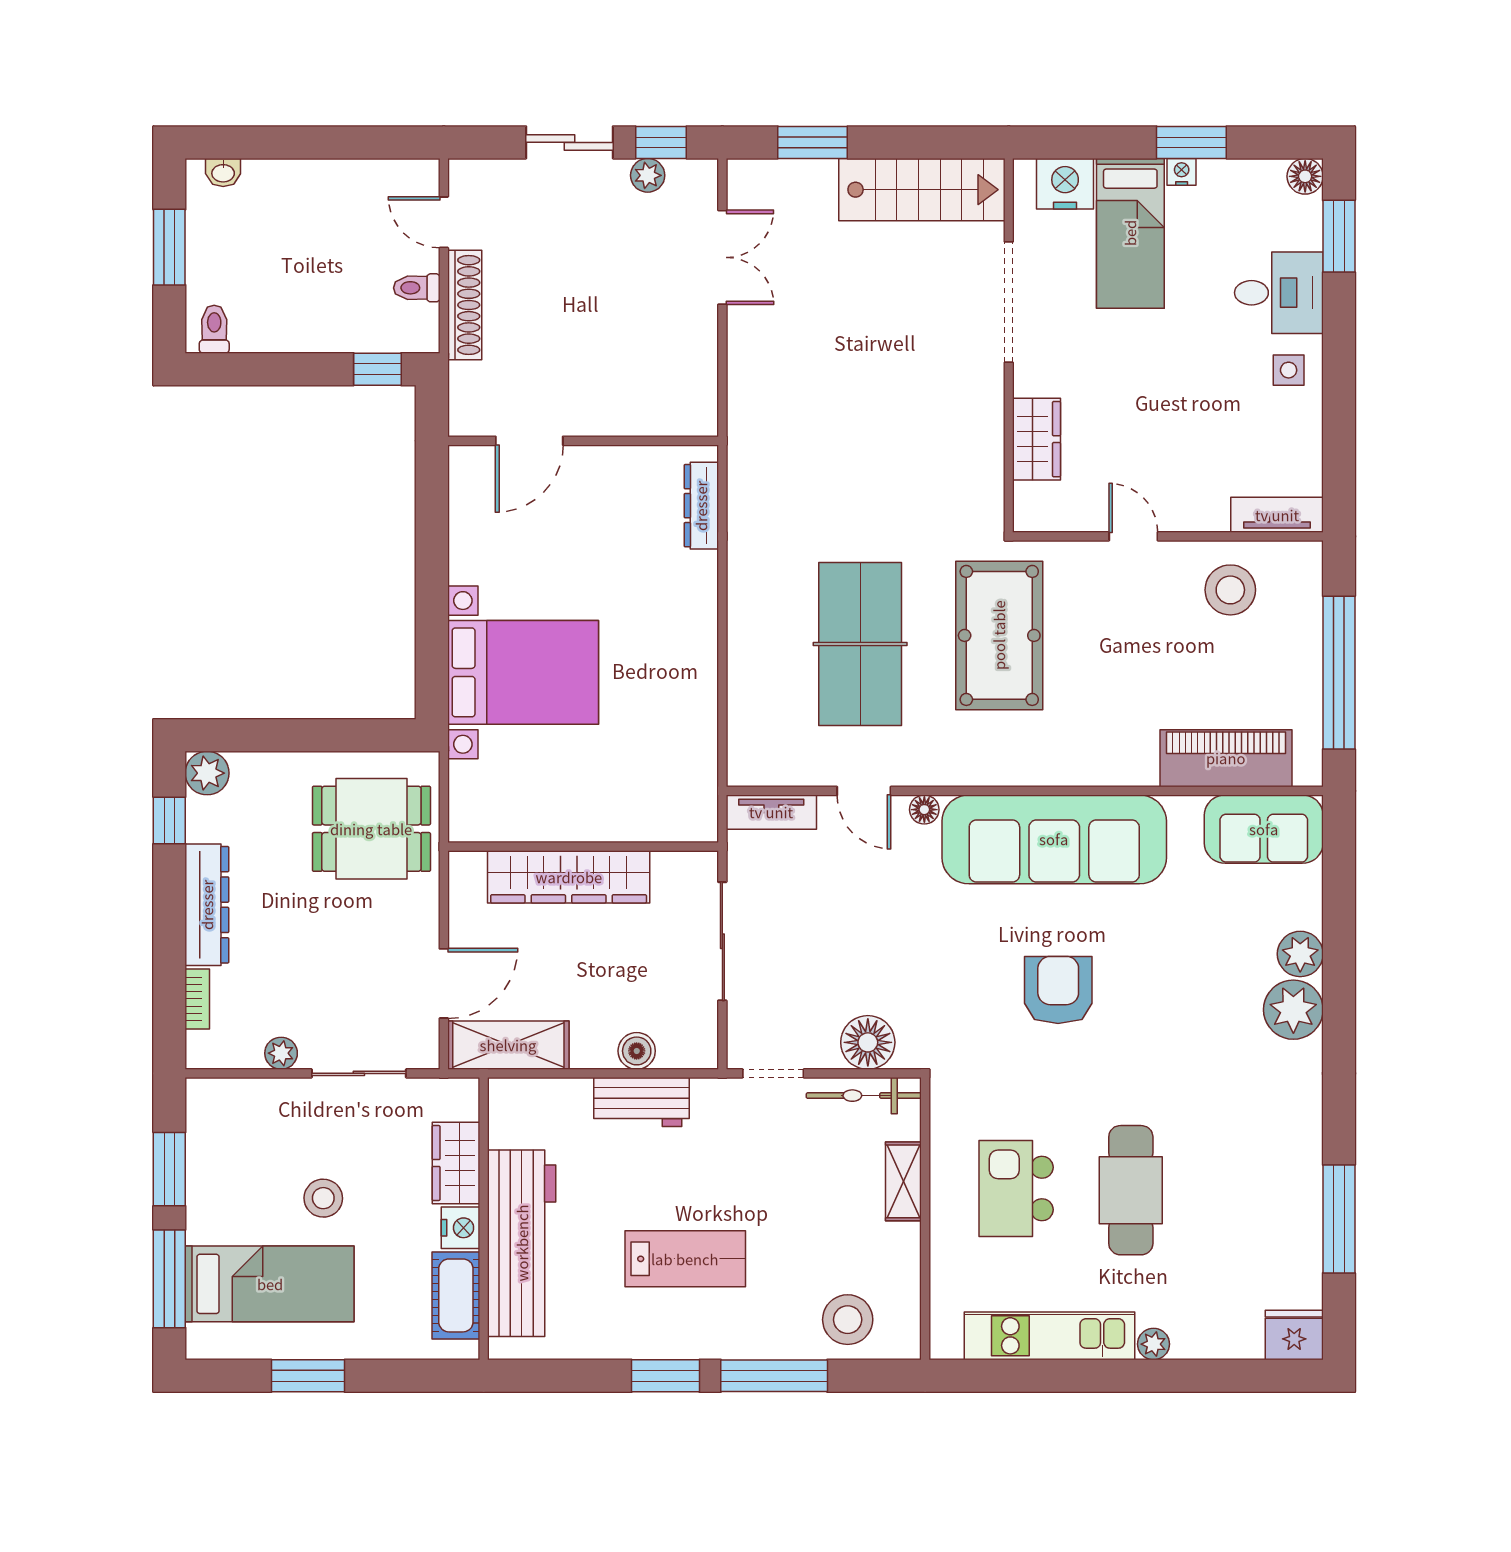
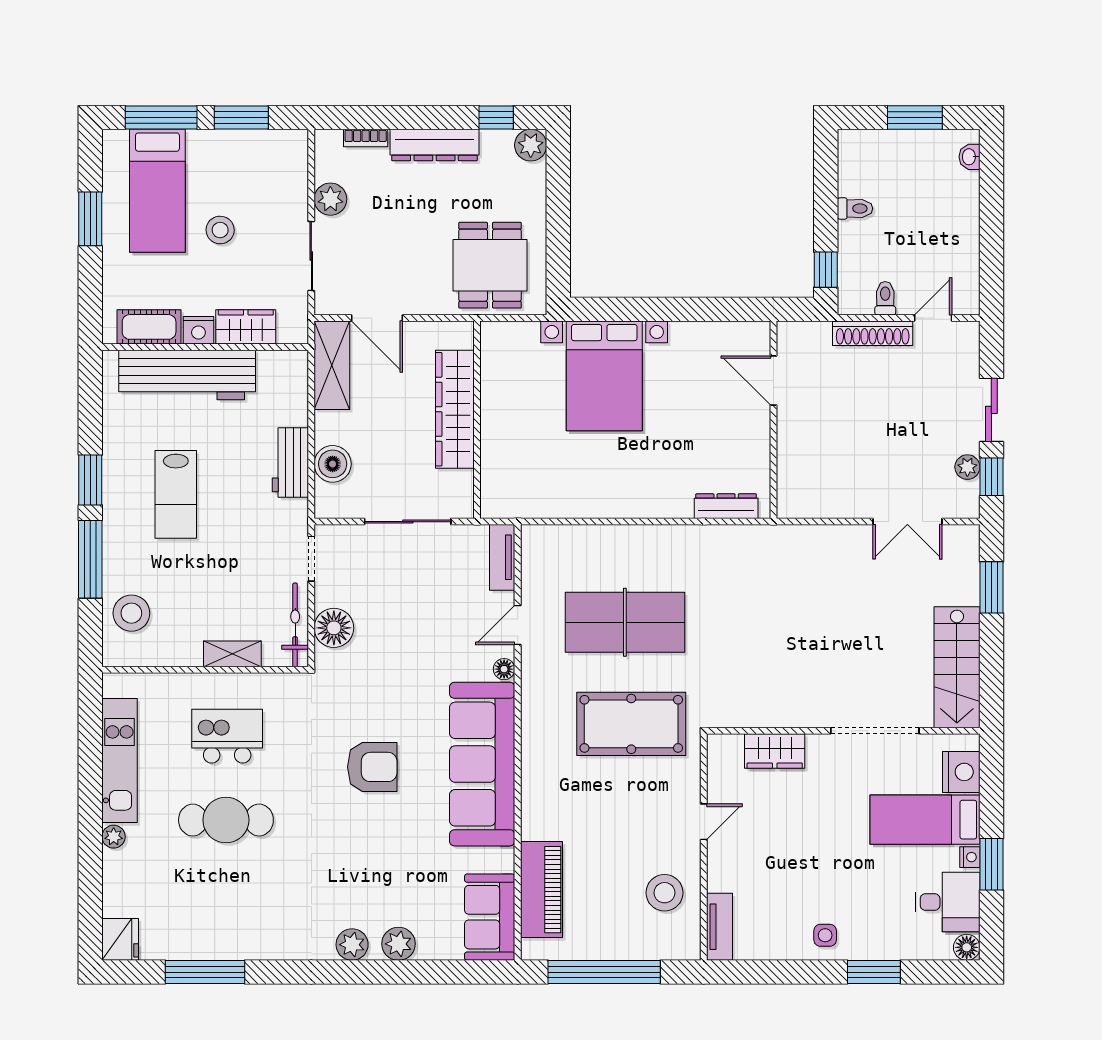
window: (1339, 236) -> (874, 972), moved
desk: (1279, 293) -> (948, 902), moved, turned -90
toilet: (214, 329) -> (855, 209), moved
plant: (1293, 1010) -> (352, 945), width x0.73, depth x0.73
boiler: (637, 1051) -> (333, 464), width x1.36, depth x1.36
plant: (281, 1053) -> (330, 199), width x1.38, depth x1.38

